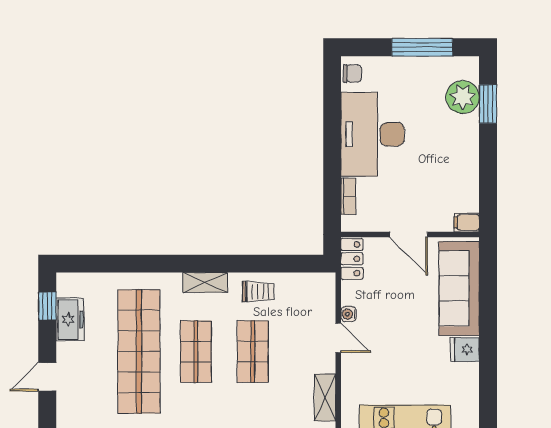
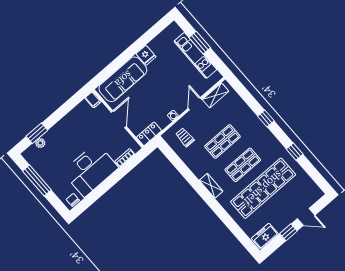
plant: (463, 97) -> (40, 143), width x0.53, depth x0.53
trolley: (258, 292) -> (185, 137), moved
window: (47, 306) -> (289, 232), moved
freezer: (70, 319) -> (265, 236), moved
door: (338, 338) -> (195, 104), moved

